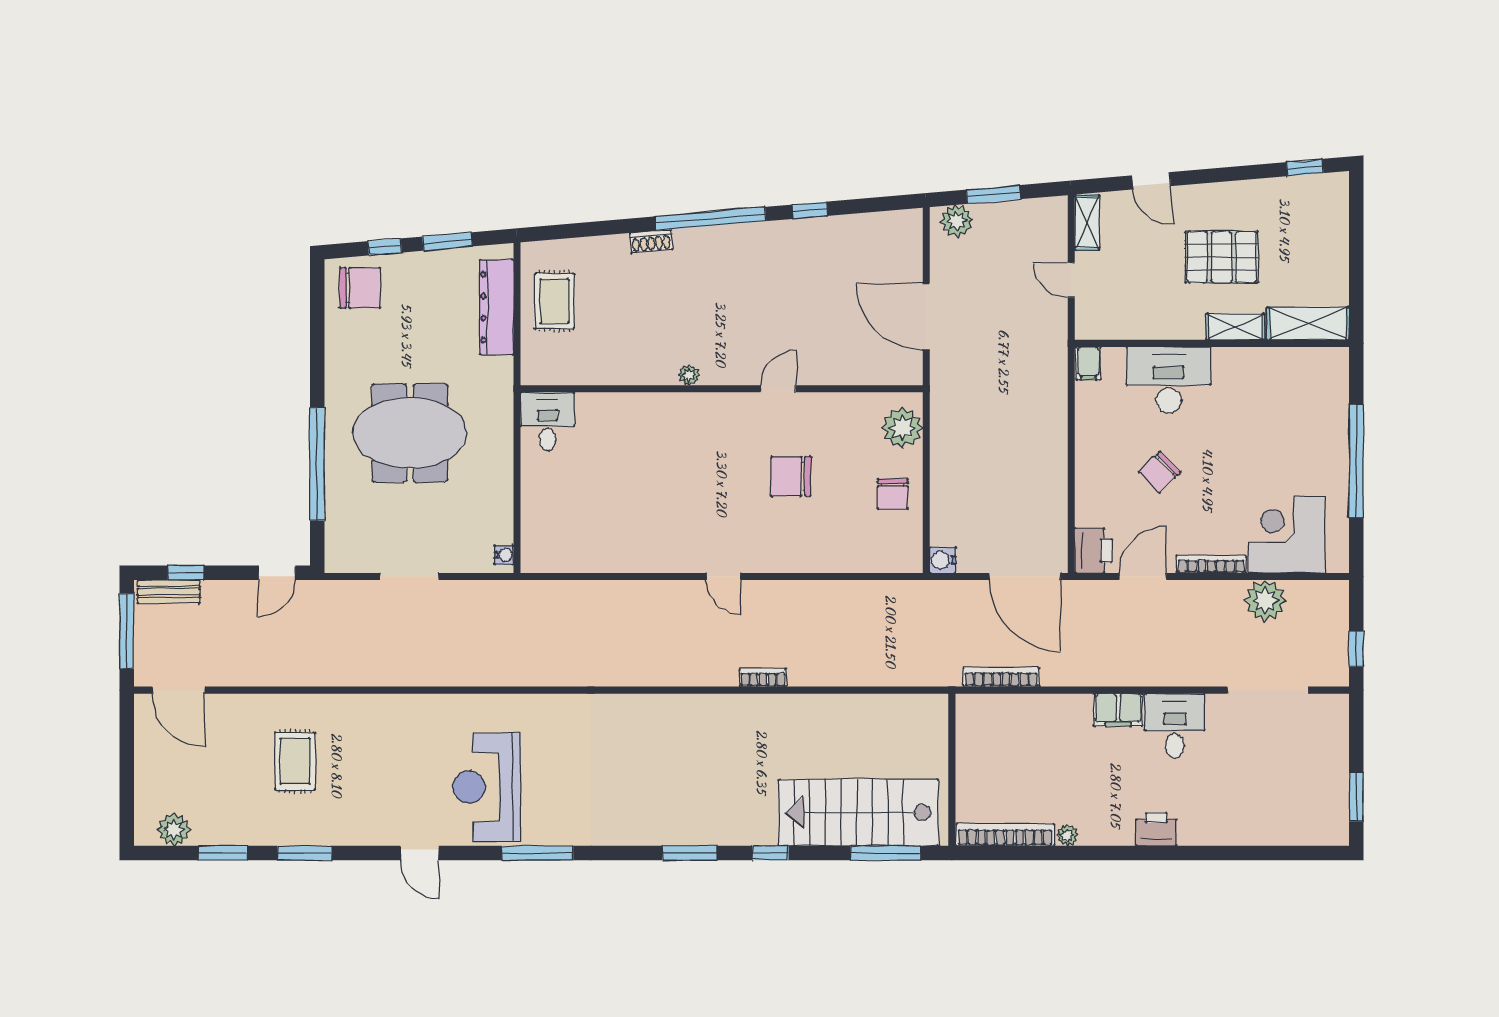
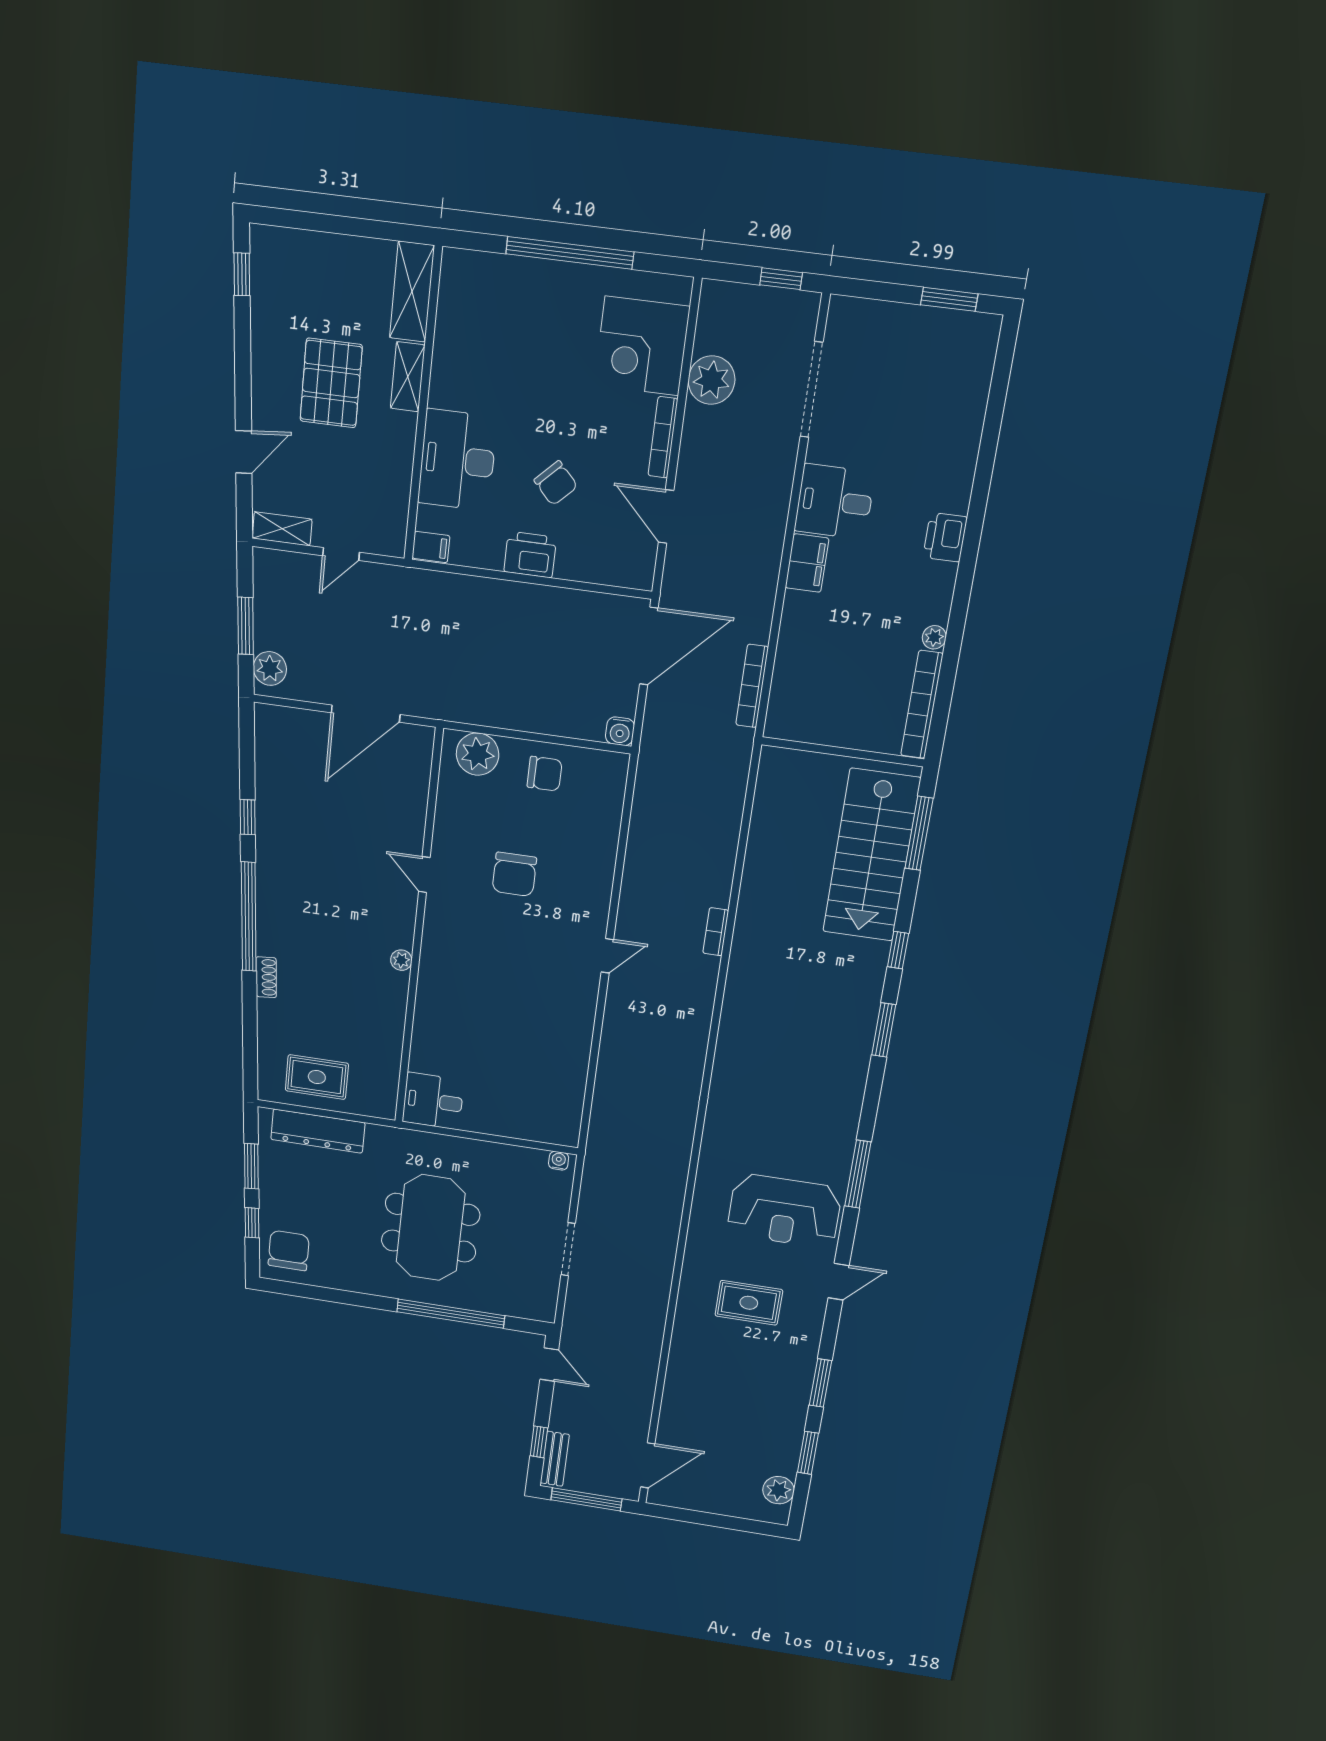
printer: (1093, 550) -> (530, 555), moved
rug: (295, 761) -> (749, 1303), moved

